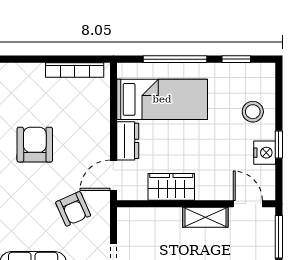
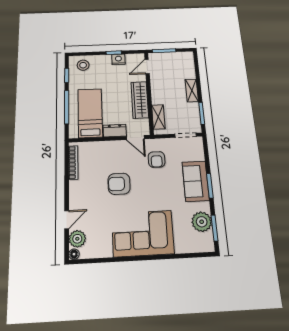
stool: (253, 112) -> (83, 65), moved
wardrobe: (171, 187) -> (140, 100), width x1.50
armchair: (73, 209) -> (157, 159), turned 114
shelving: (205, 217) -> (158, 117), moved

